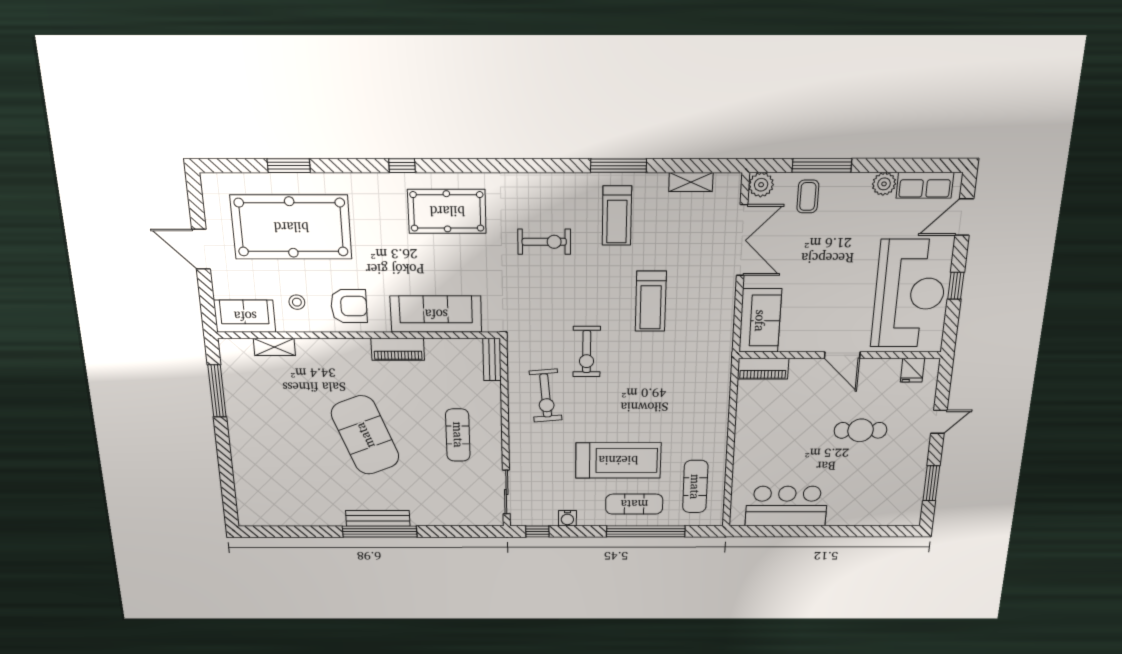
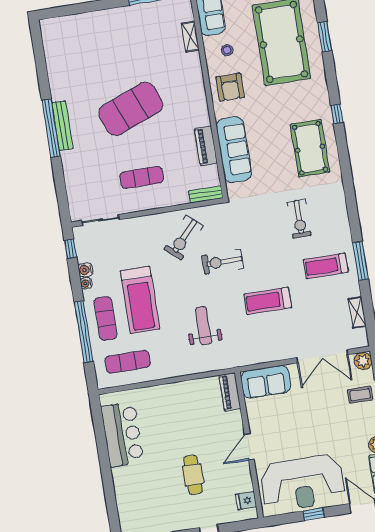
piano: (398, 349) -> (206, 146), moved
weight bench: (668, 388) -> (204, 326), added
exercise bike: (546, 396) -> (184, 238), turned -43
water cooler: (585, 520) -> (86, 283), added

